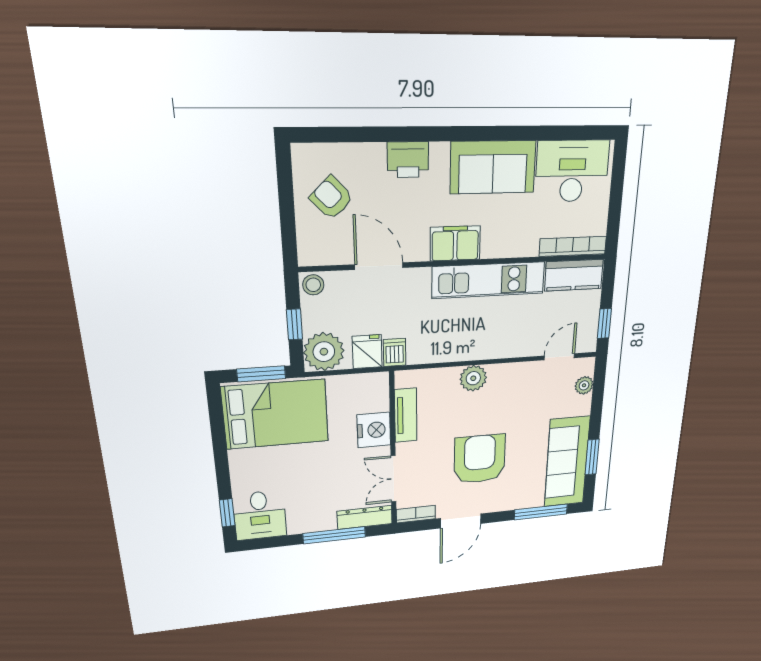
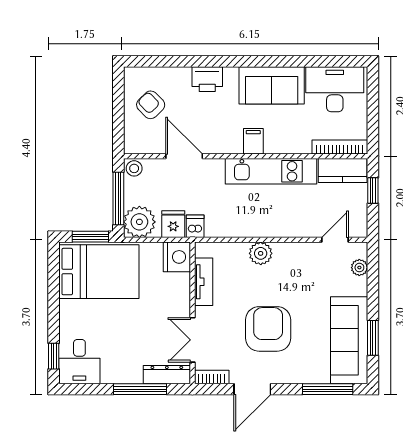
filing cabinet: (455, 243) -> (253, 141), width x0.50
window: (604, 323) -> (373, 190), moved
window: (295, 324) -> (118, 198), width x2.17
nightstand: (374, 430) -> (177, 257), moved

